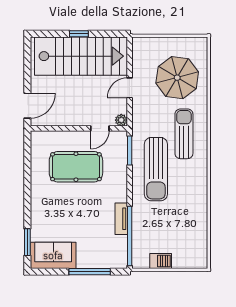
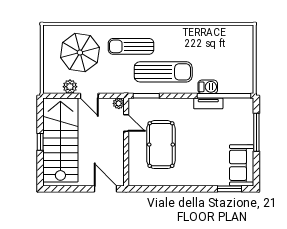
plant: (140, 67) -> (70, 87), added
barbecue: (161, 261) -> (208, 87), moved, turned 90

